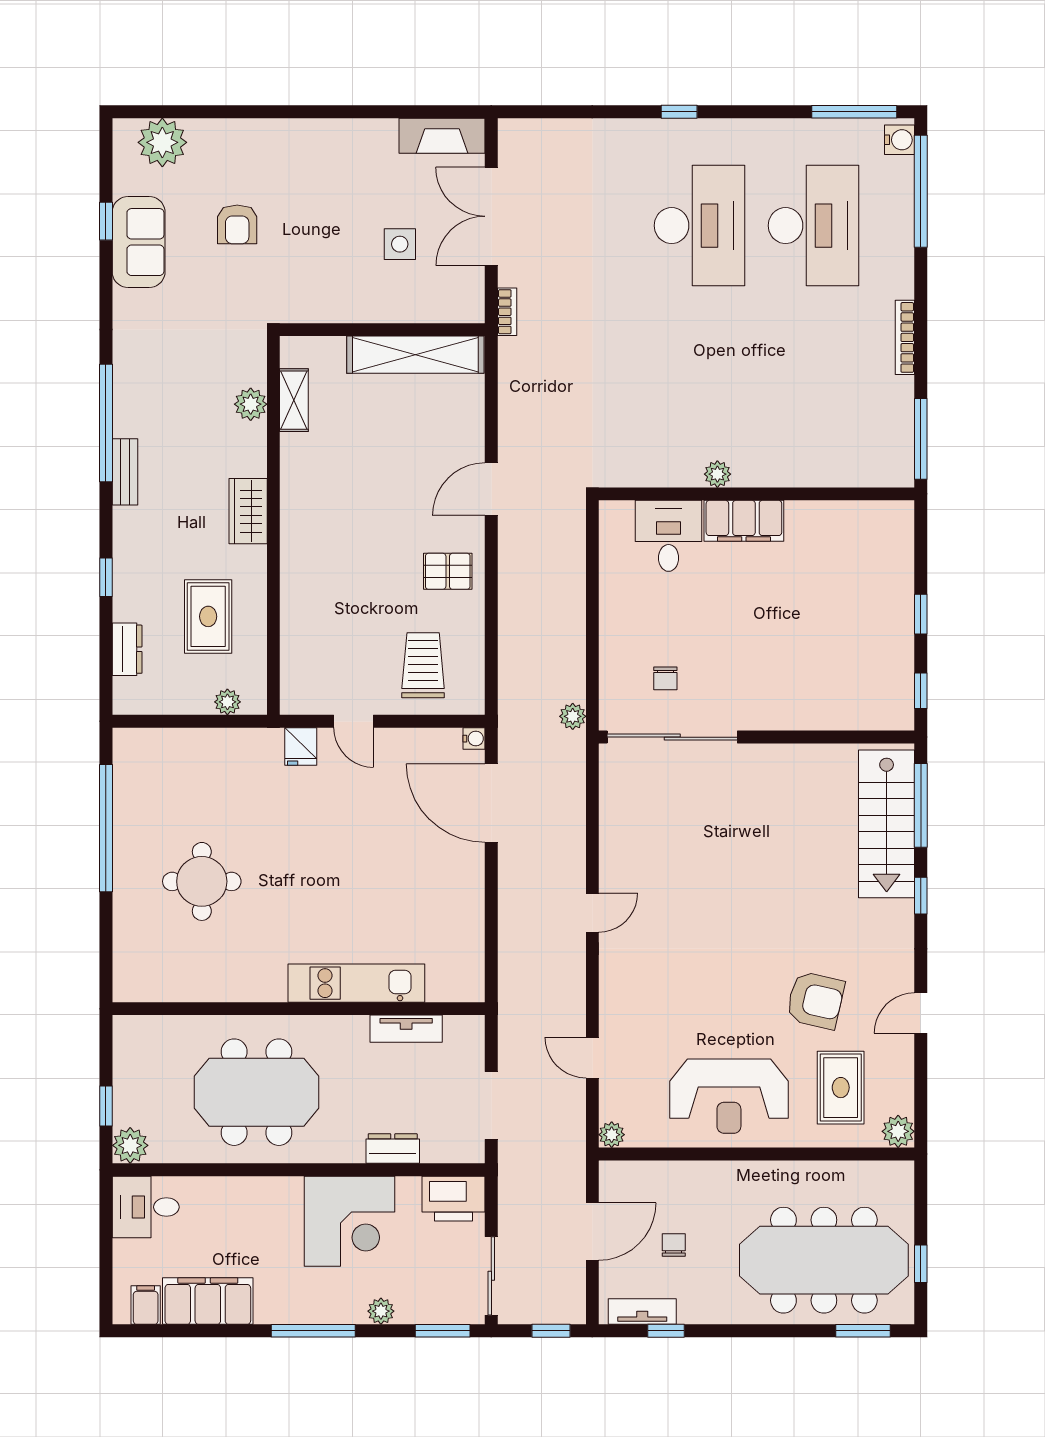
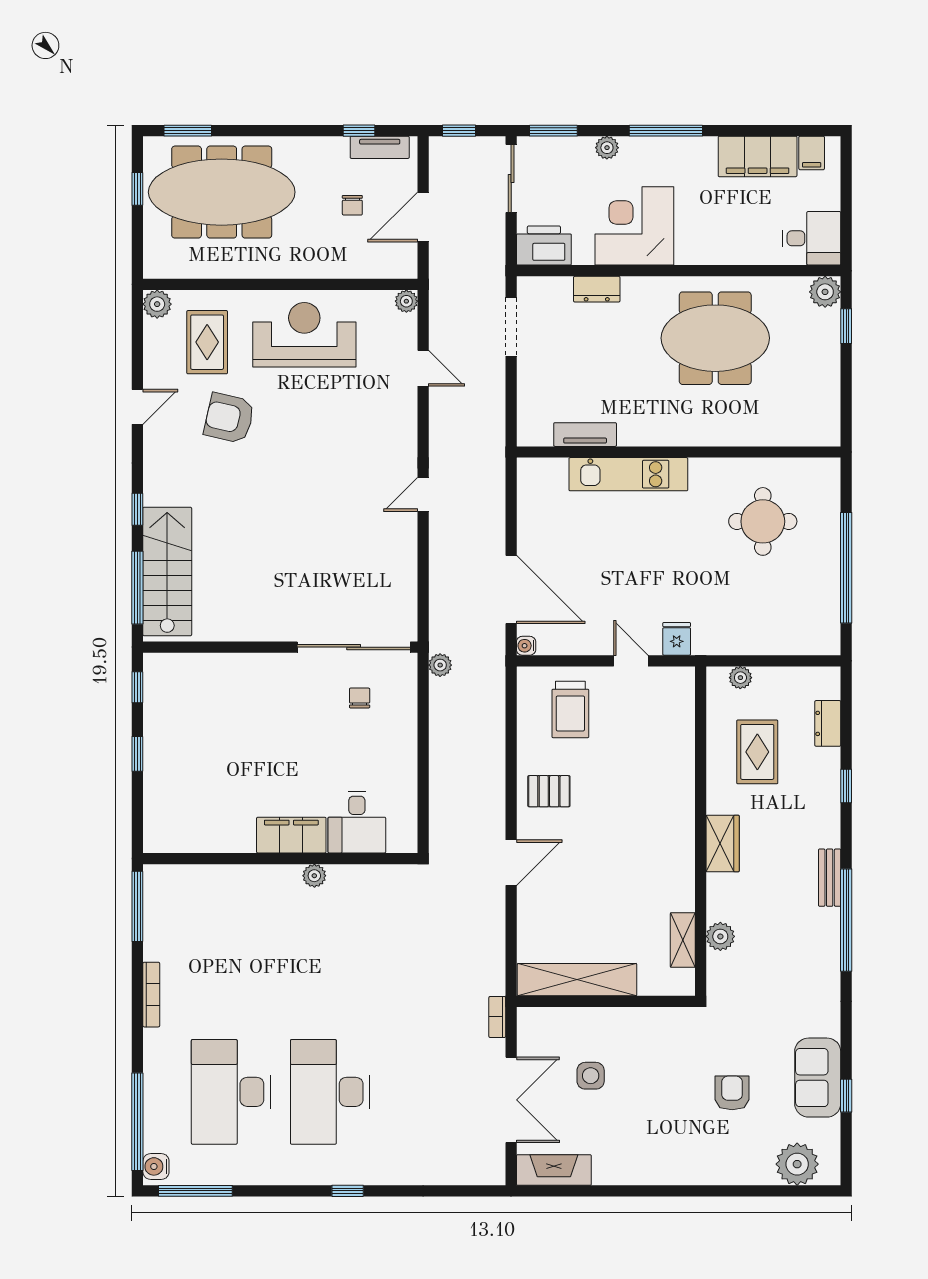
kitchen unit: (356, 983) -> (628, 474), moved
wall: (299, 1009) -> (679, 452), moved
tv unit: (406, 1029) -> (585, 435), moved

